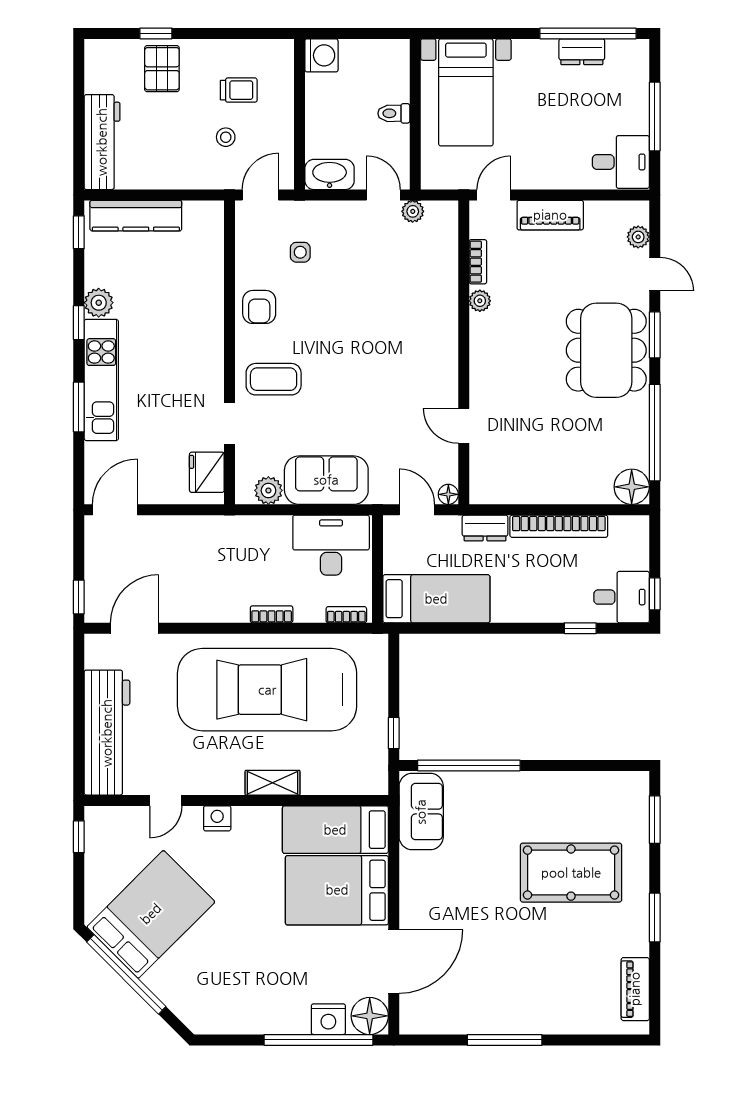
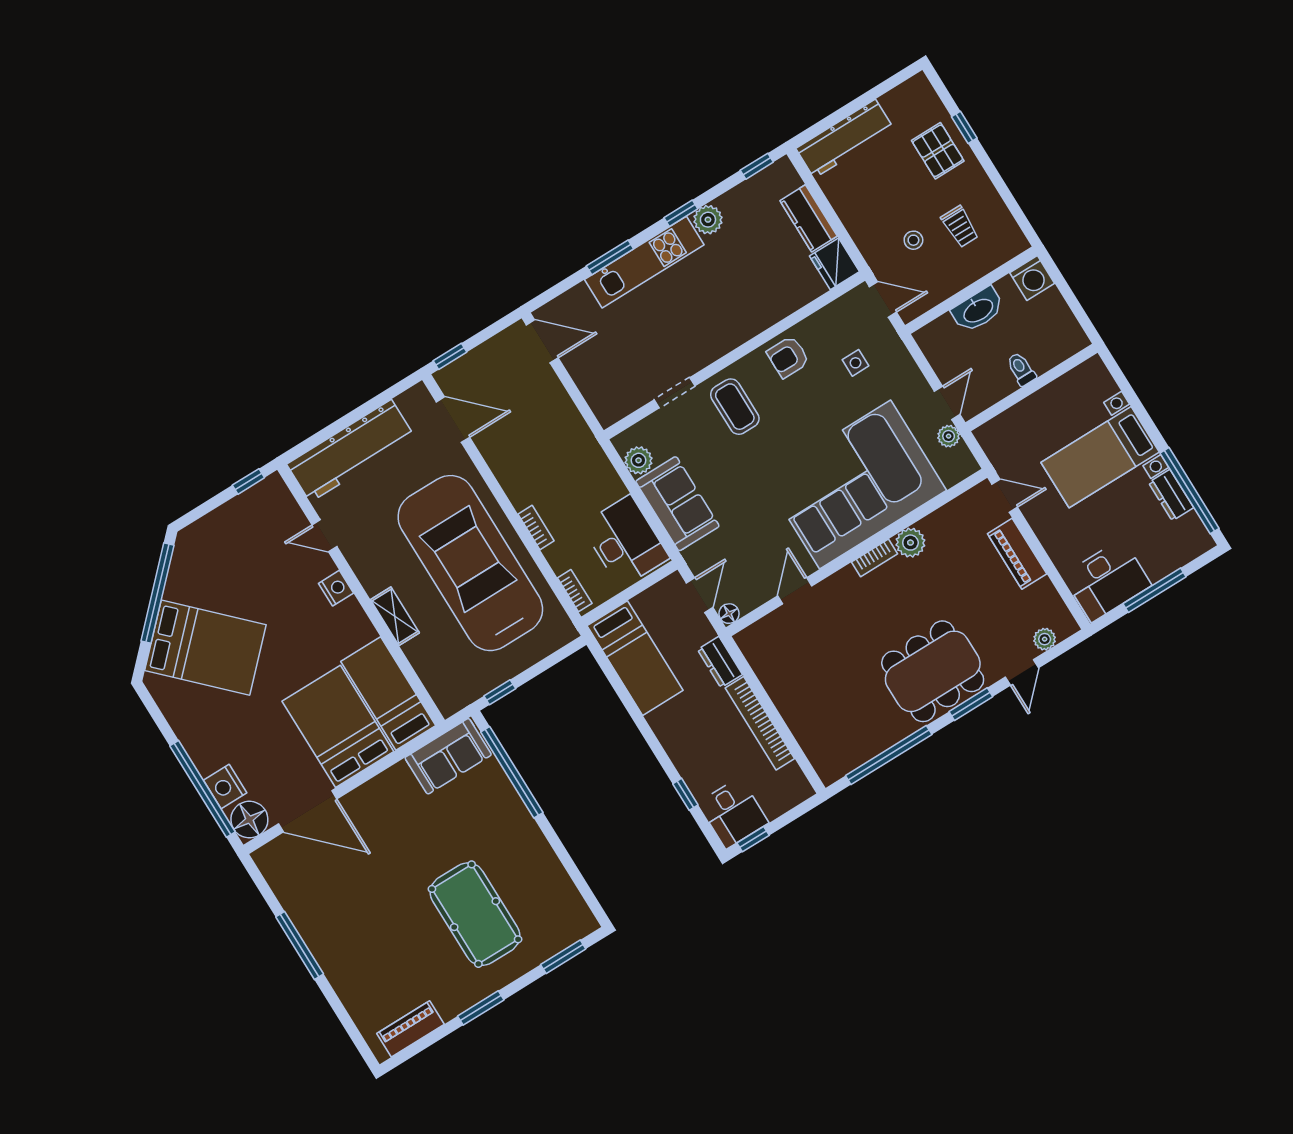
pallet: (162, 69) -> (938, 151), turned 90
bed with nightstands: (466, 92) -> (1100, 457), moved
desk: (621, 162) -> (1107, 580), width x1.37
washbasin: (330, 174) -> (978, 310), moved, turned 90
kitchen counter: (136, 216) -> (809, 218), width x0.67
bookcase: (478, 262) -> (874, 558), moved
plant: (480, 301) -> (910, 543), width x1.38, depth x1.38
corner sofa: (404, 317) -> (855, 484), added
fridge: (207, 472) -> (834, 264), moved, turned -90
floor lamp: (632, 487) -> (831, 764), removed
bed: (151, 914) -> (205, 648), moved

